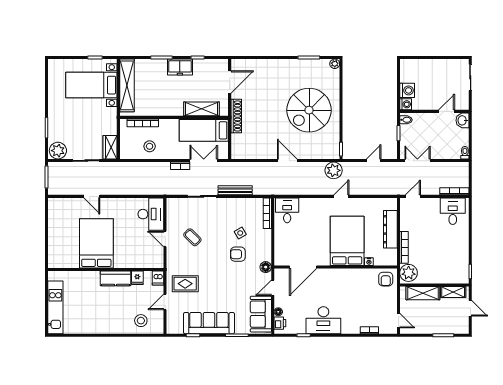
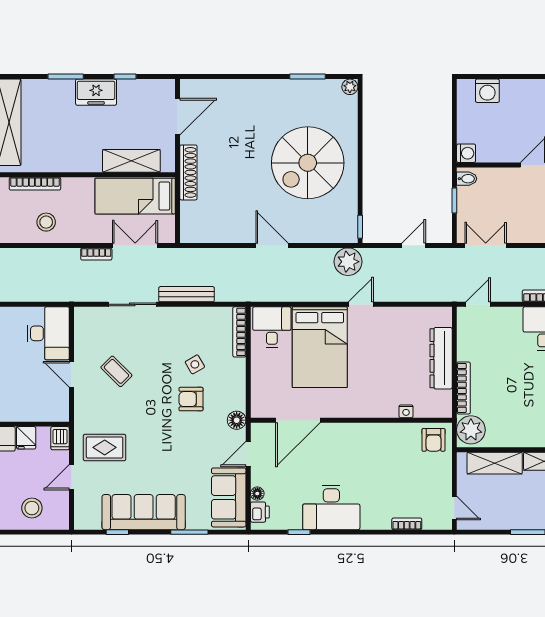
washing machine: (407, 90) -> (487, 91), moved, turned 90
bed: (347, 241) -> (320, 347), moved, turned 180

